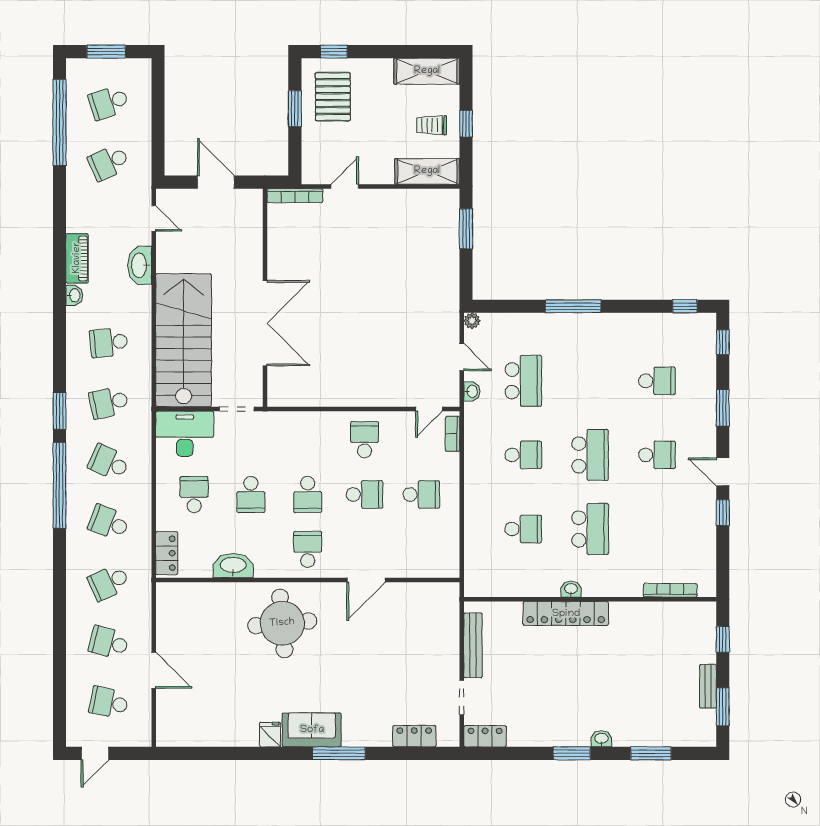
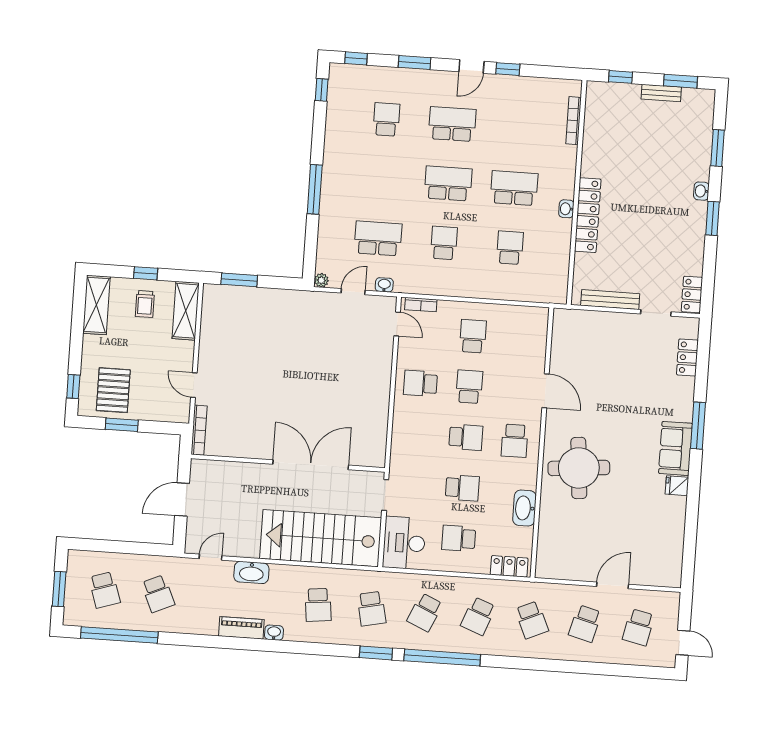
pallet: (333, 97) -> (113, 390), turned 90
school desk: (657, 455) -> (452, 124), width x1.85
school desk: (308, 549) -> (515, 441), turned -90

